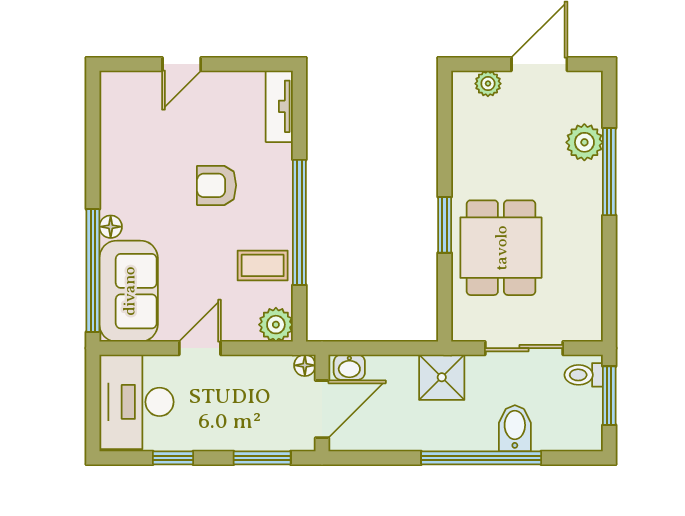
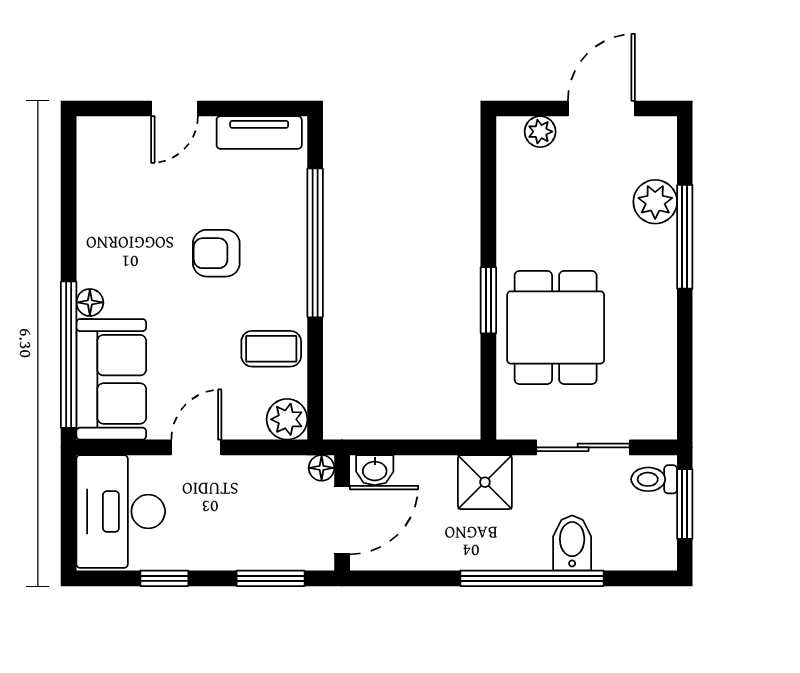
tv unit: (279, 106) -> (259, 132), moved, turned -90
window: (299, 222) -> (315, 243), moved

